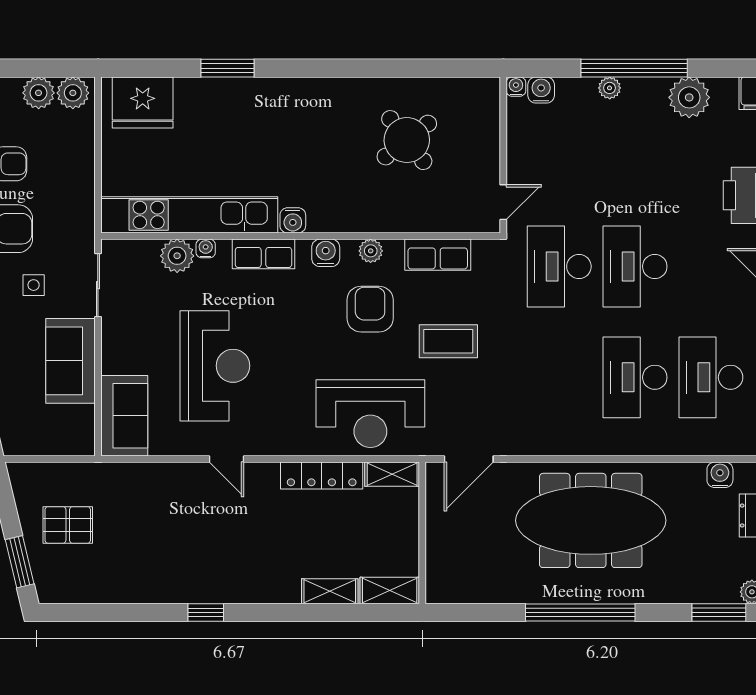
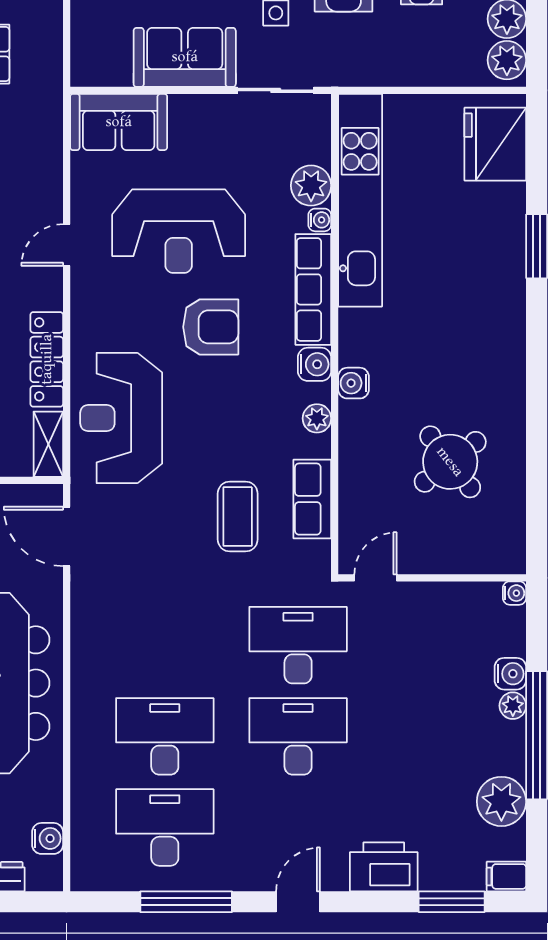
water cooler: (541, 90) -> (510, 674), moved
door: (503, 202) -> (375, 578), swing flipped
water cooler: (293, 220) -> (354, 383), moved
row of seats: (263, 254) -> (313, 289), width x1.48
armchair: (370, 309) -> (211, 327), moved
coffee table: (448, 341) -> (238, 516), moved

